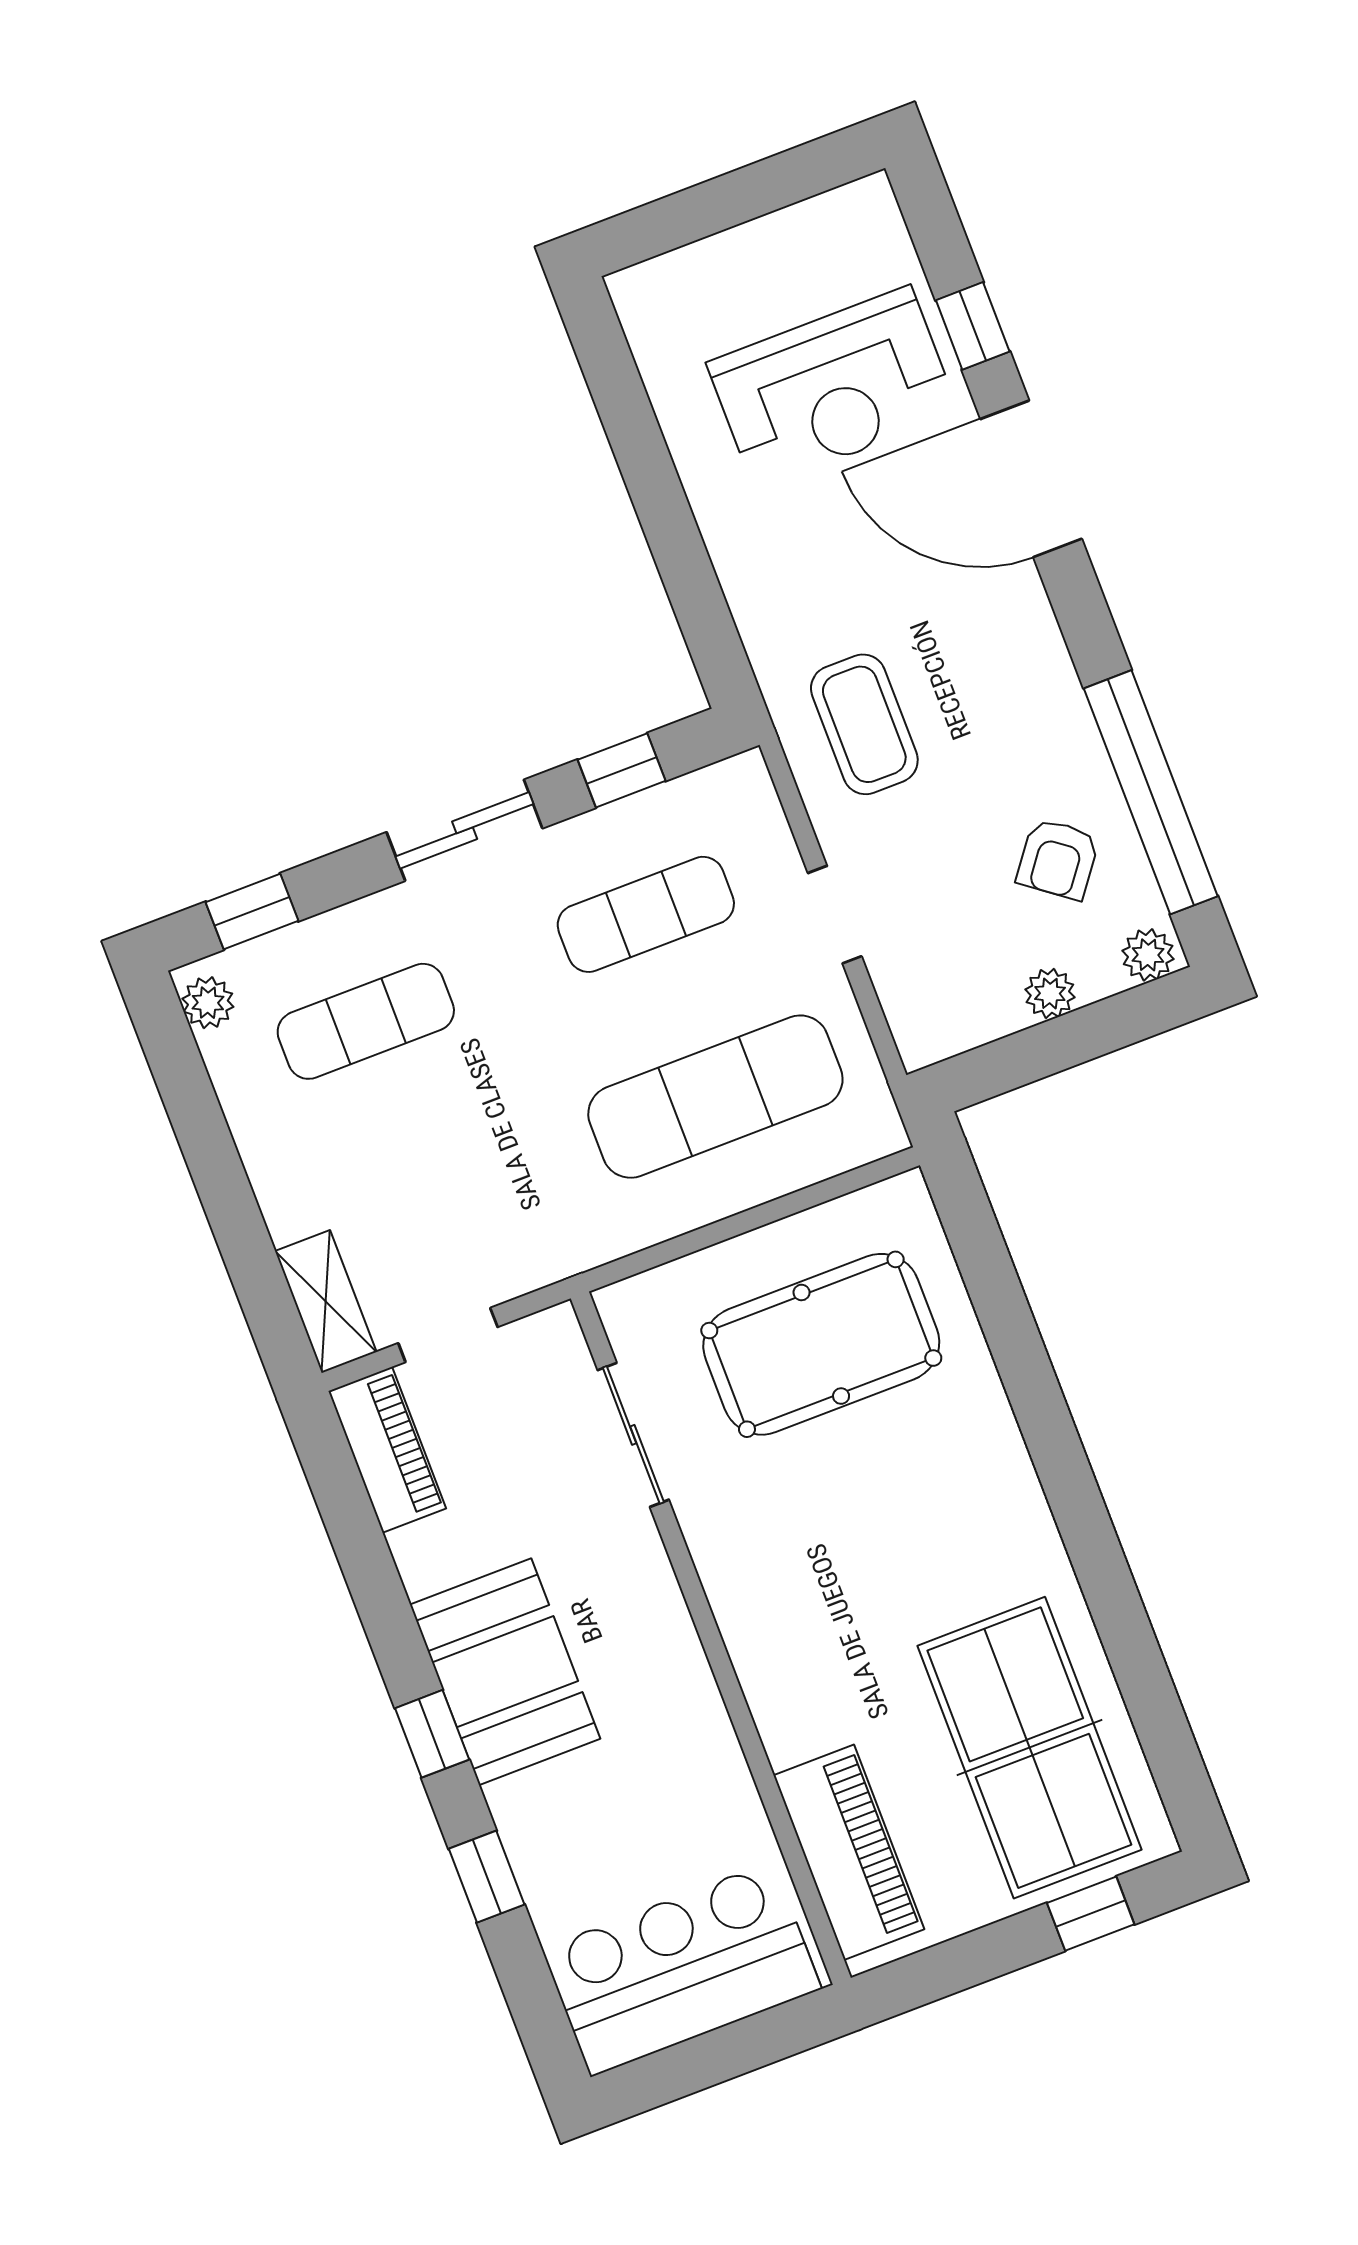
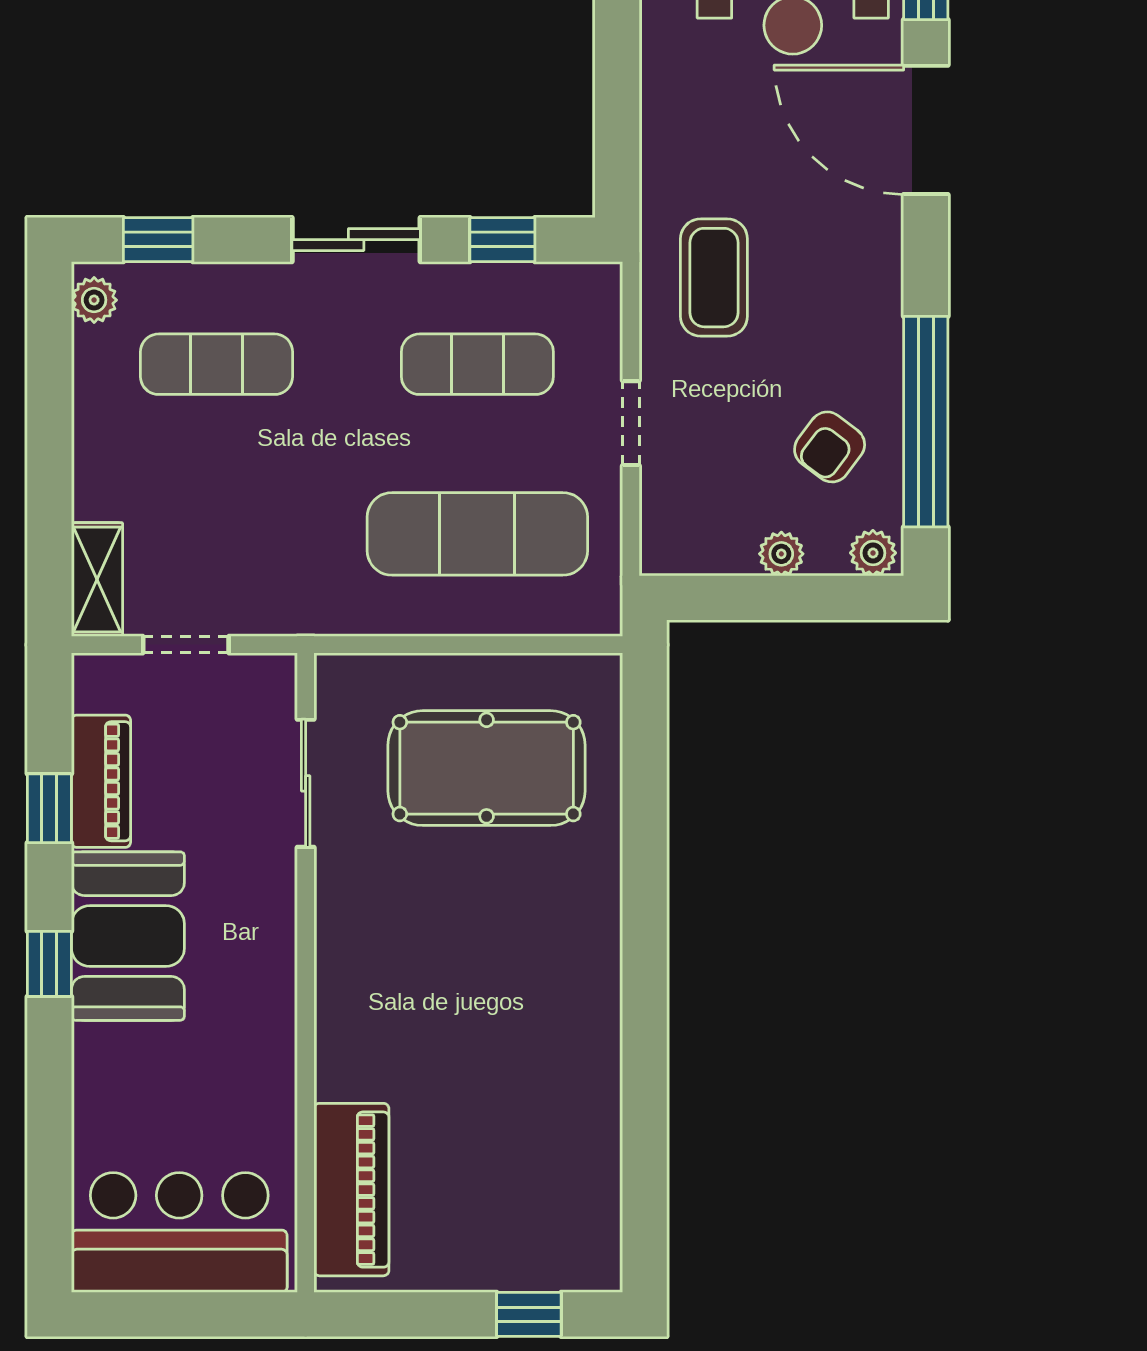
piano: (387, 1450) -> (101, 781), moved
table tennis table: (1029, 1748) -> (531, 1161), removed
window: (487, 1877) -> (49, 808), moved

